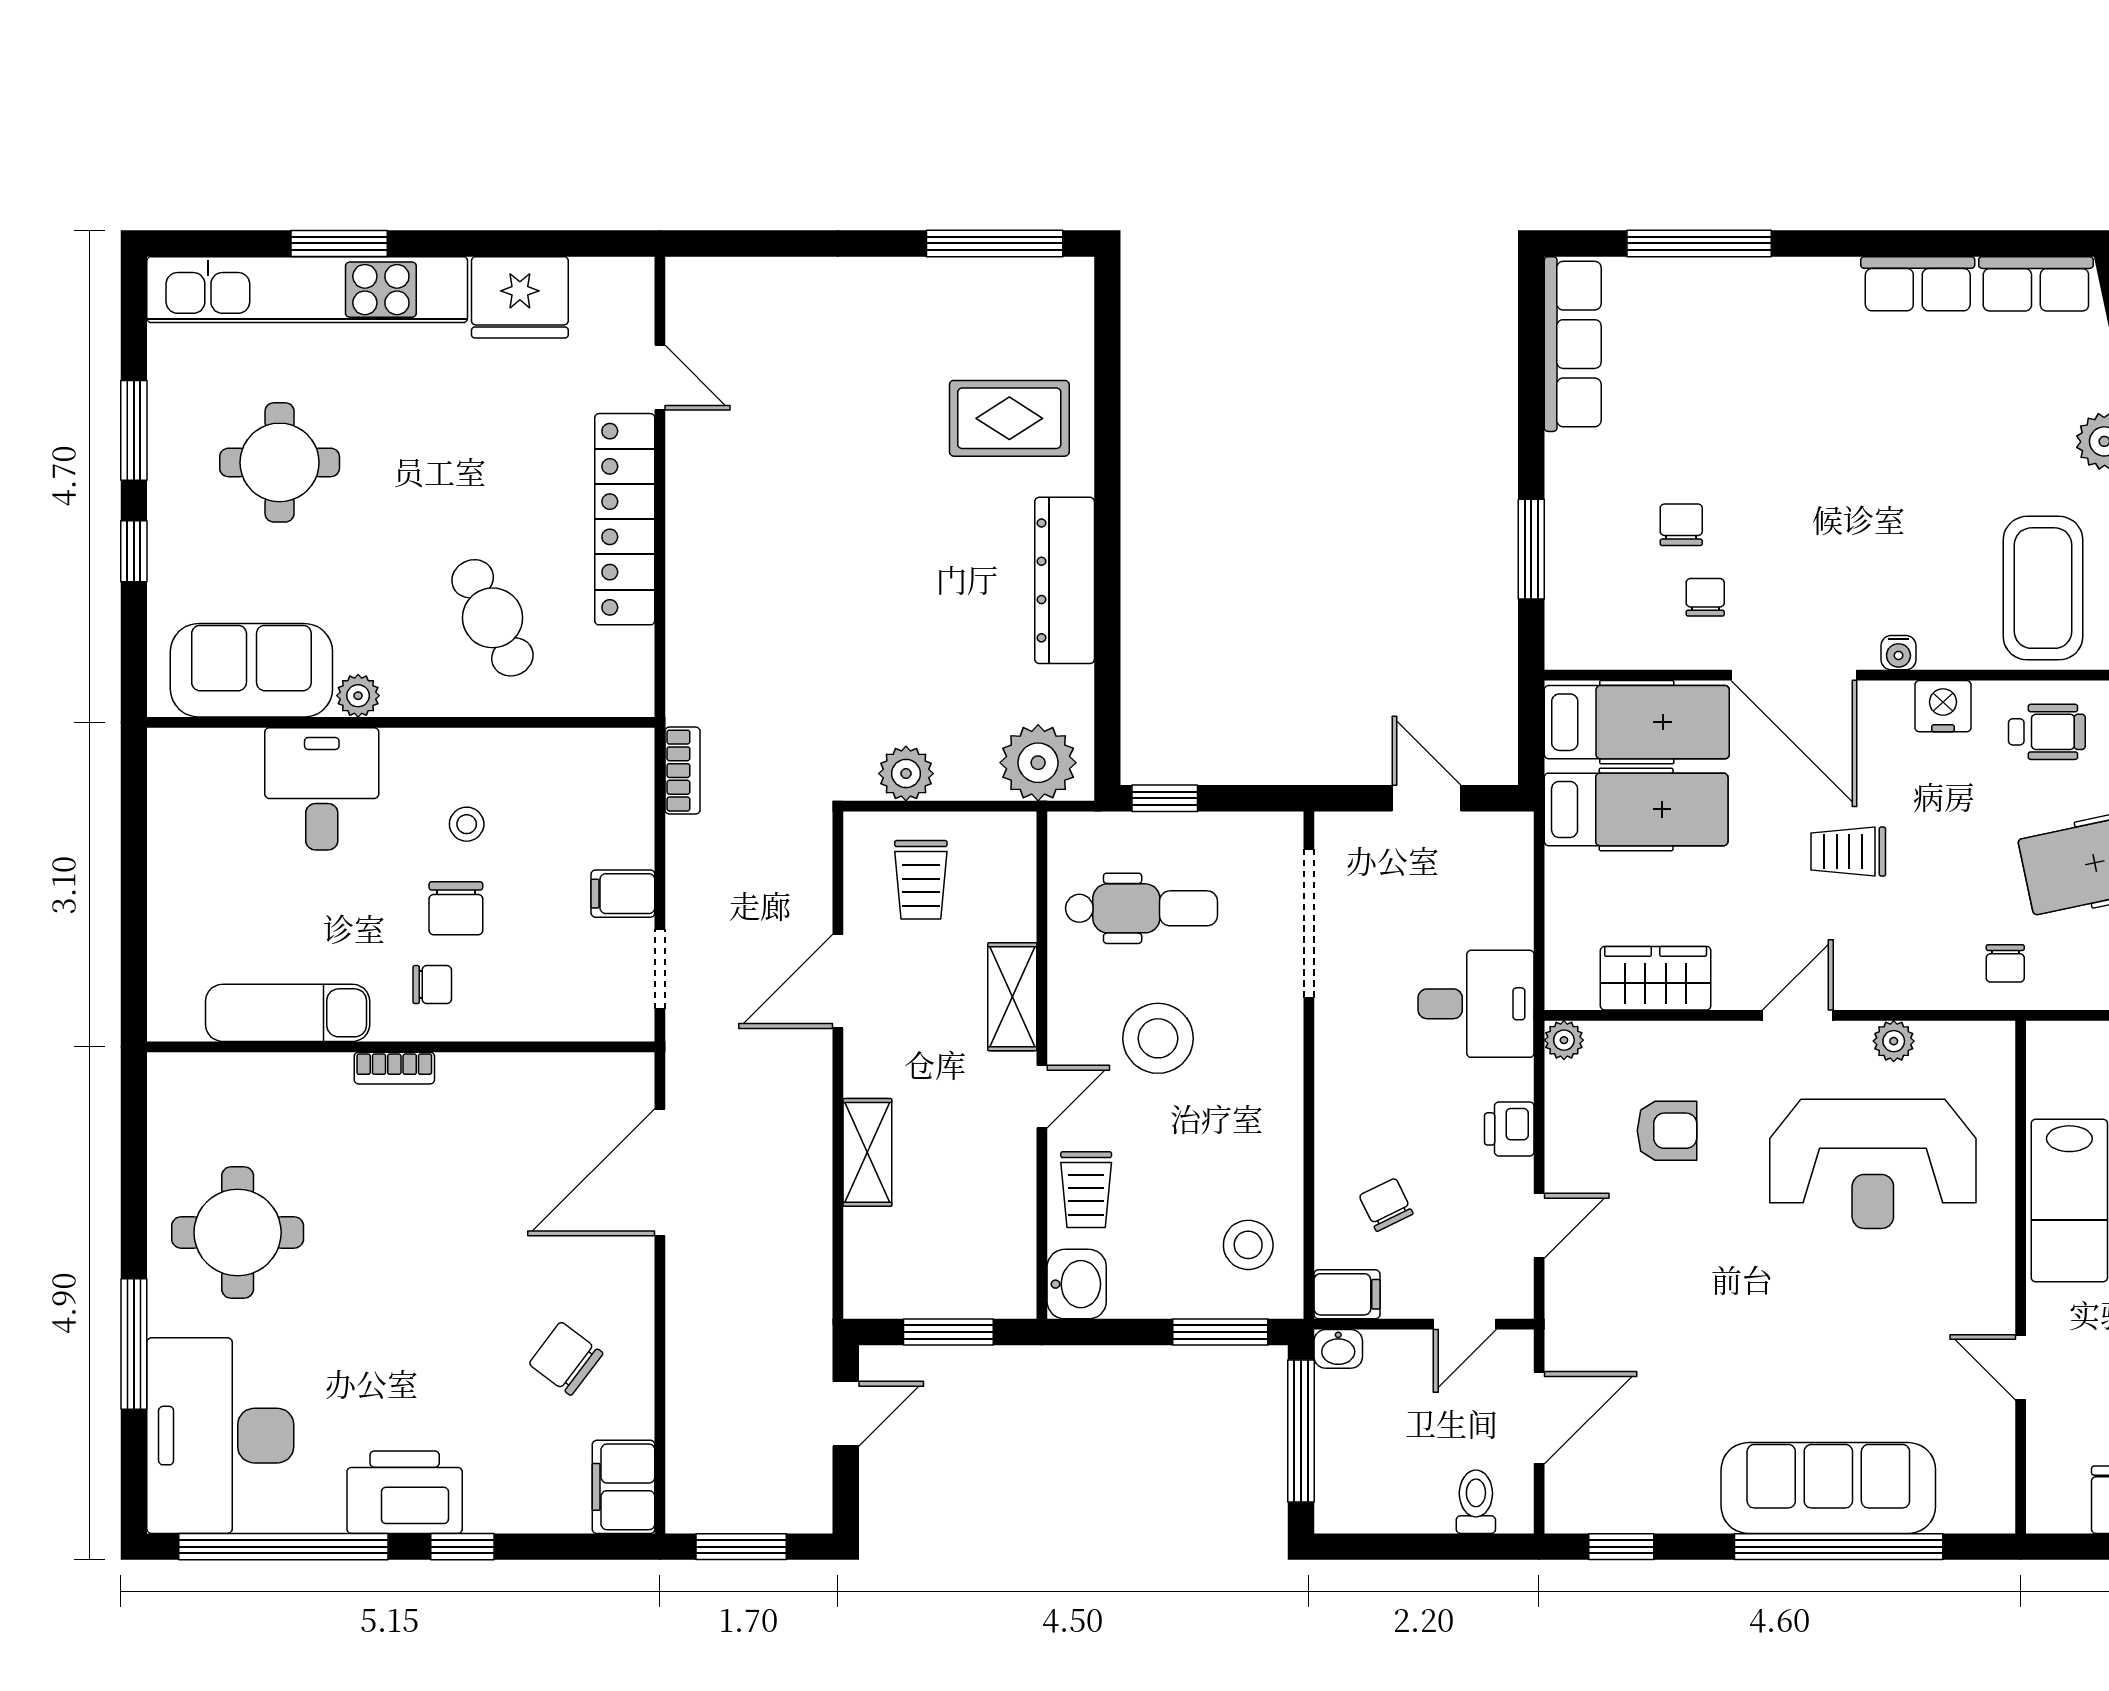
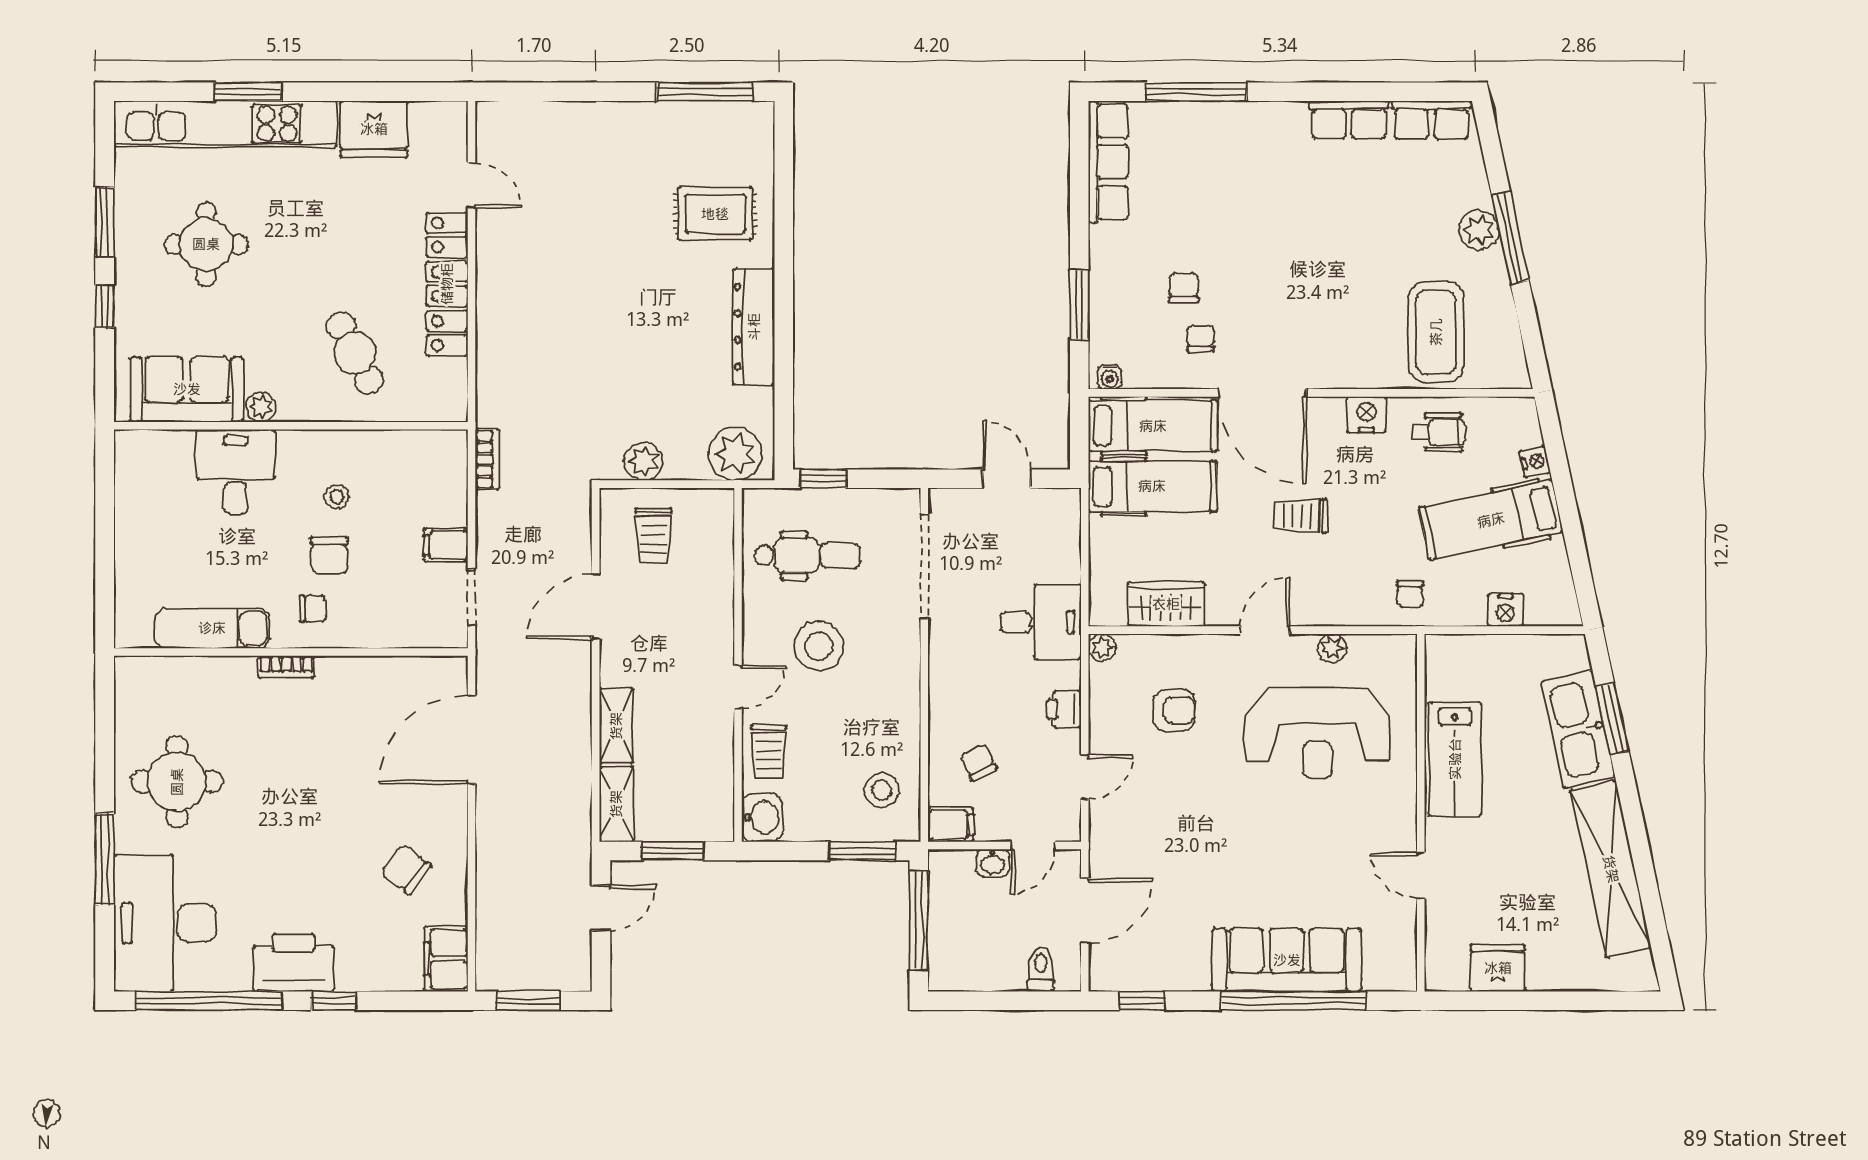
water cooler: (1898, 653) -> (1110, 377), moved
shelving: (1012, 997) -> (616, 804), moved
washbasin: (1338, 1349) -> (993, 863), moved

